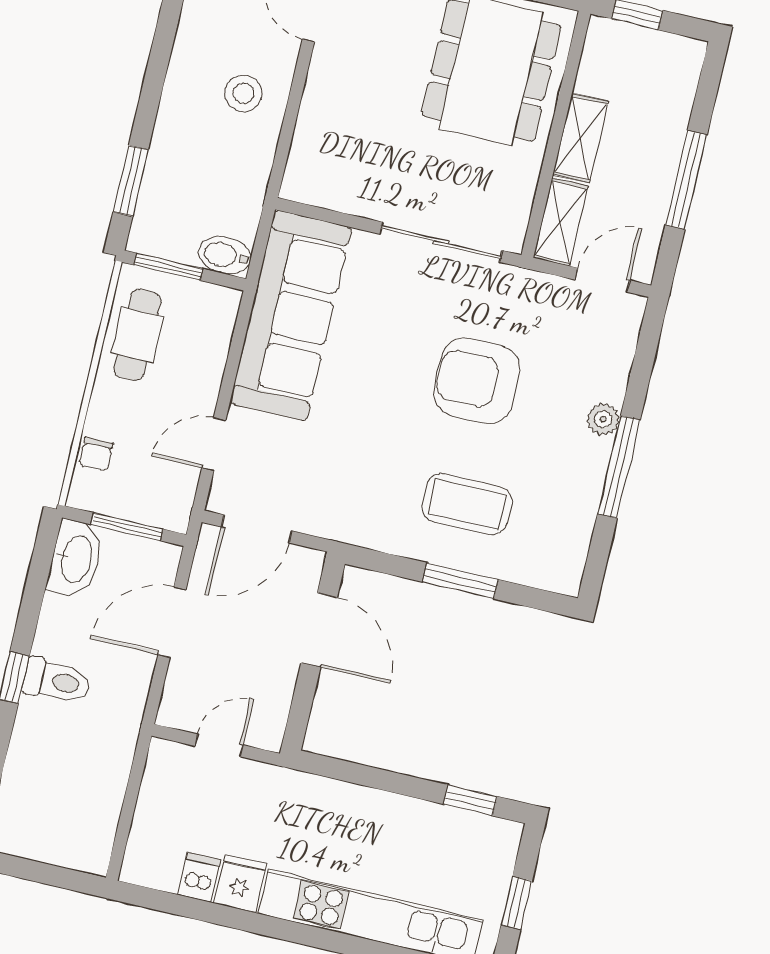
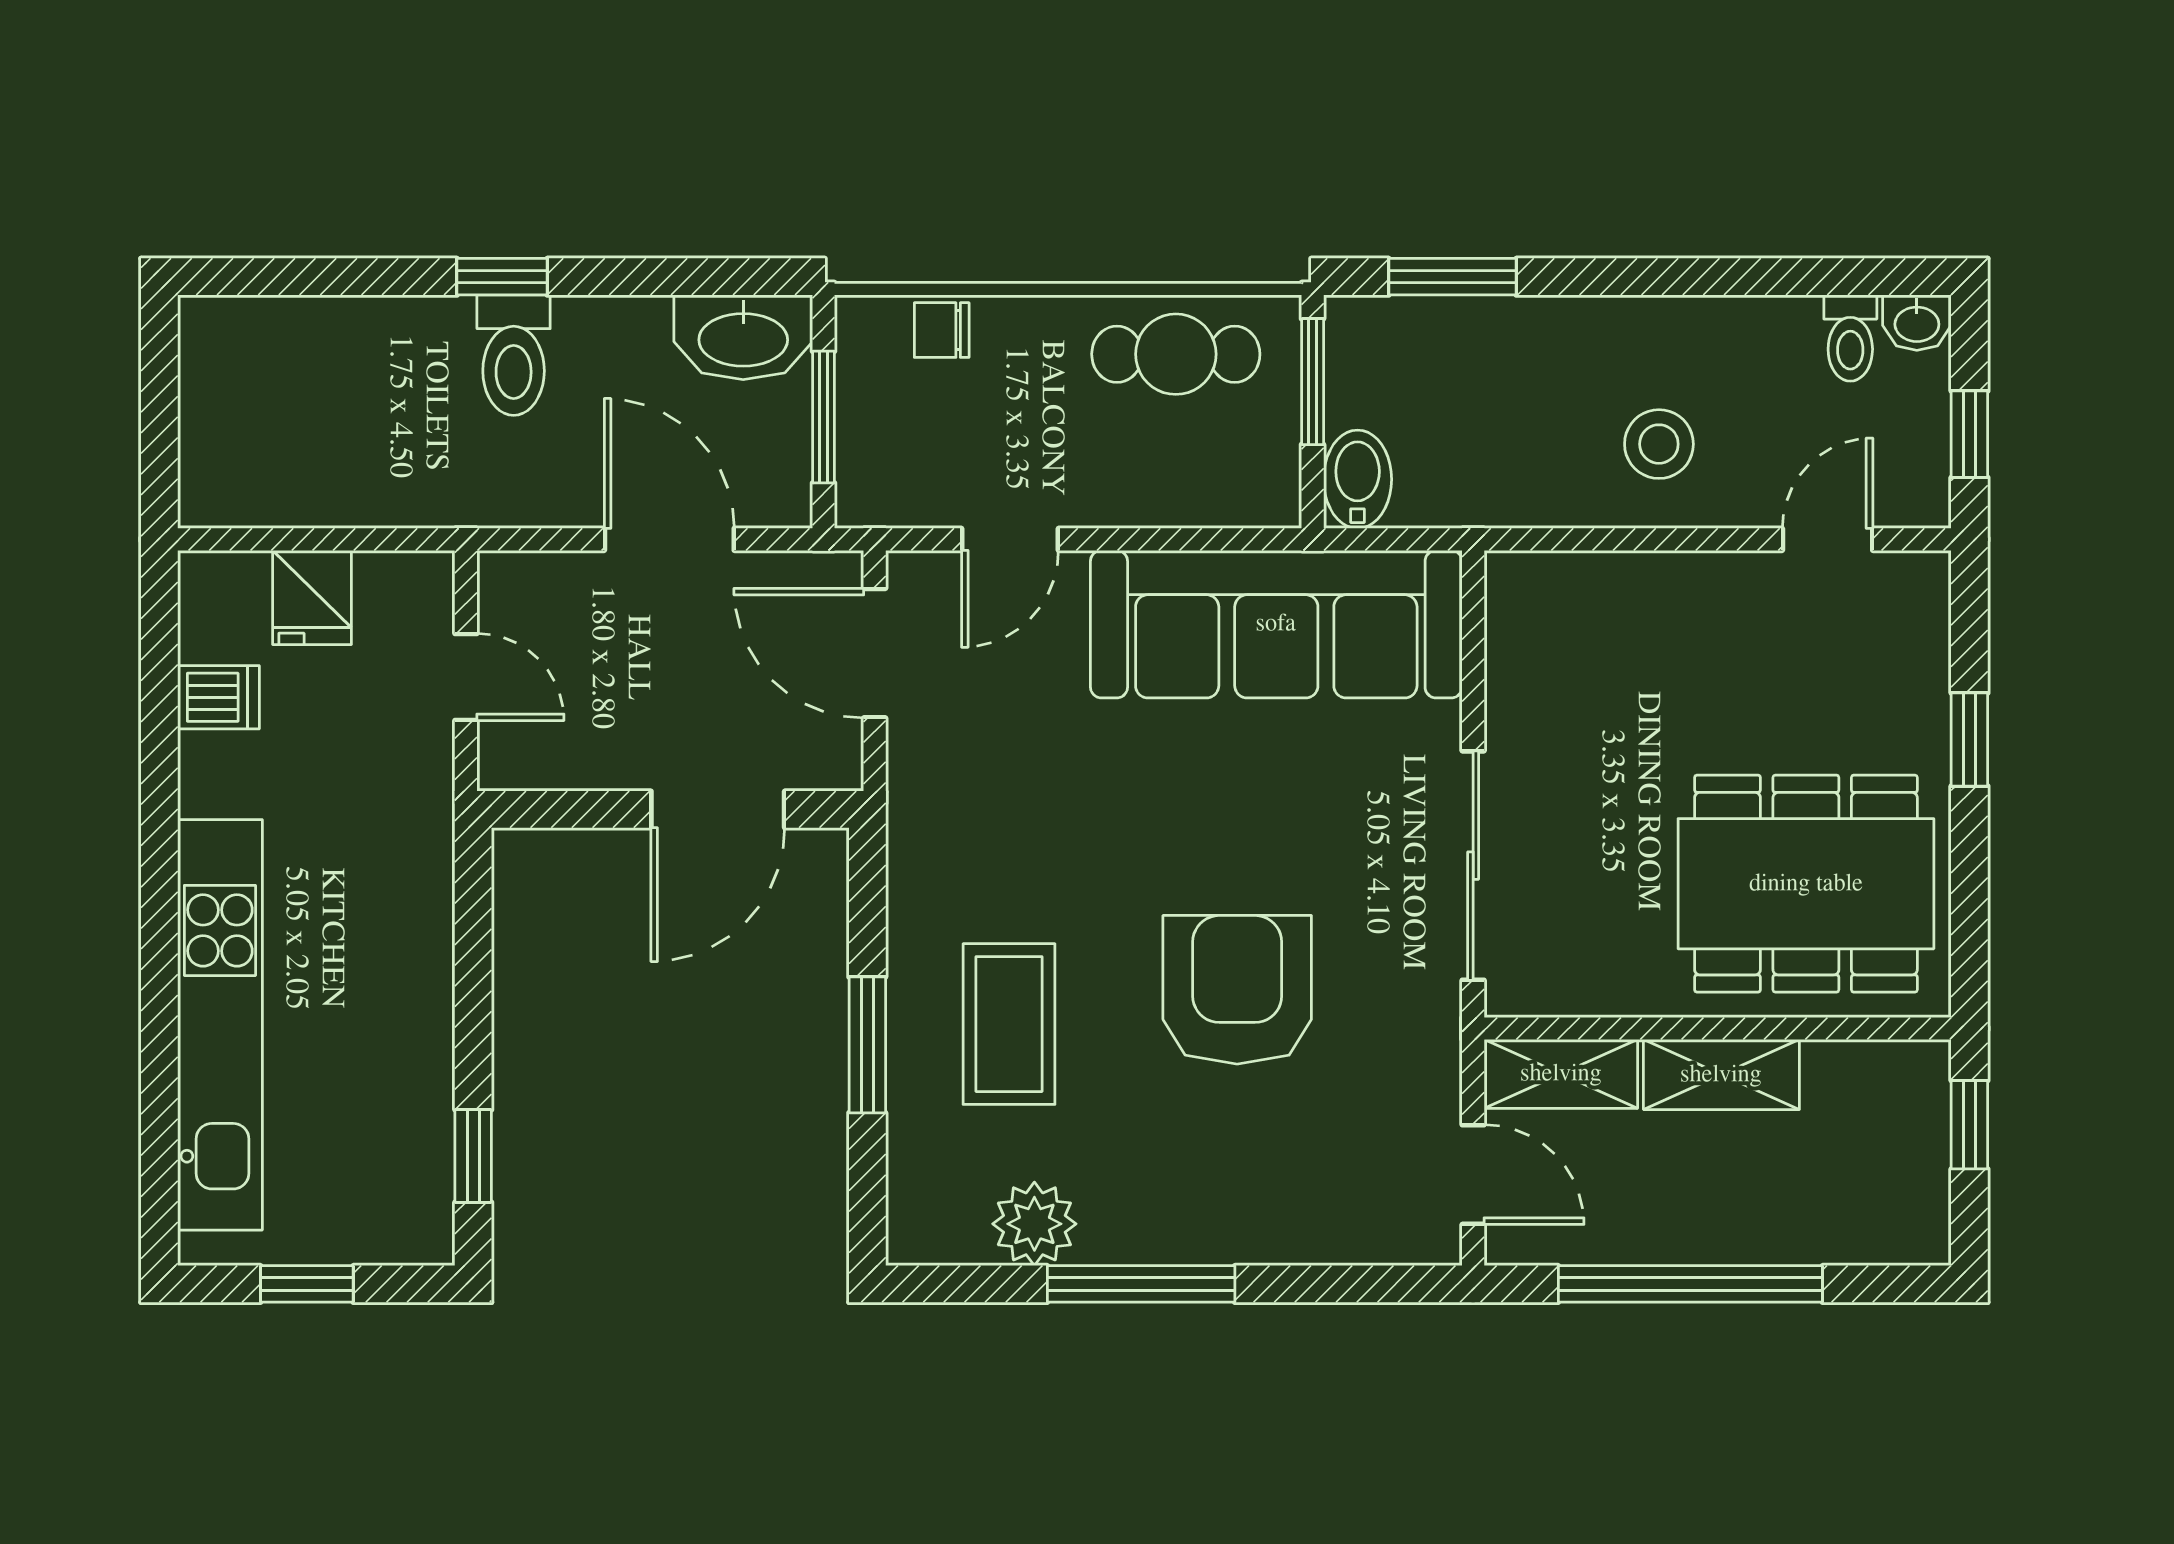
window: (686, 180) -> (1690, 1284), width x1.46
plant: (603, 419) -> (1034, 1224), moved, width x1.38, depth x1.38
door: (214, 444) -> (1010, 539), swing flipped
fridge: (240, 883) -> (312, 597), moved, turned 90

